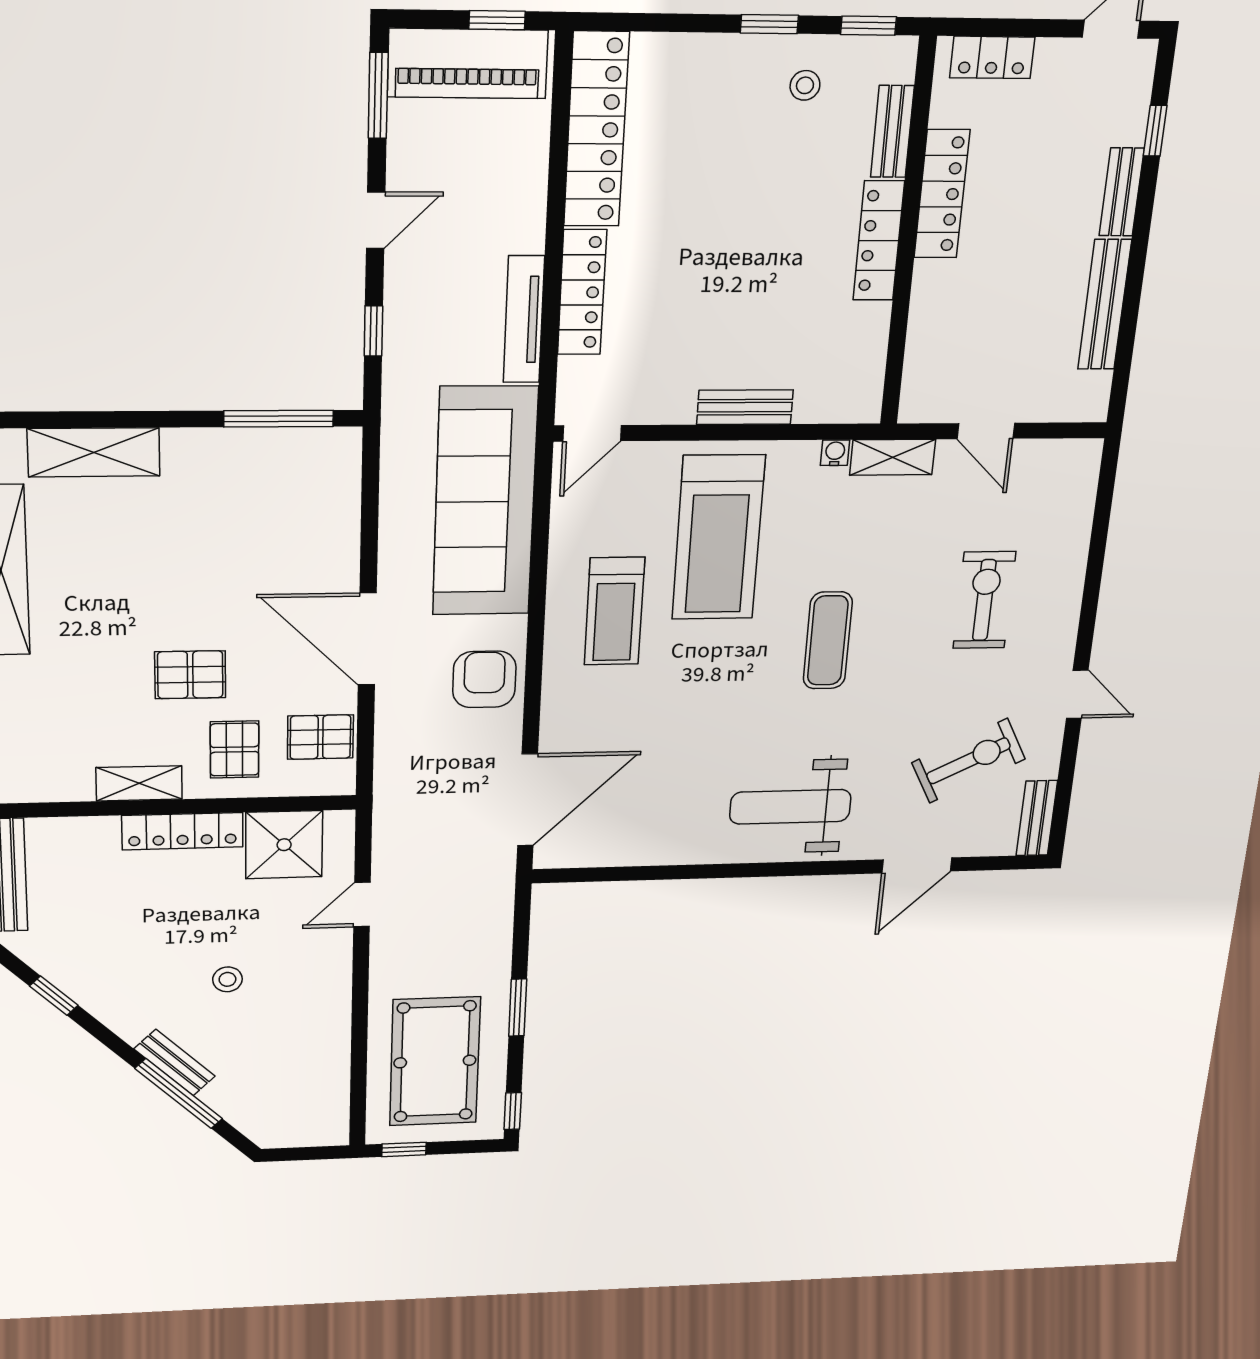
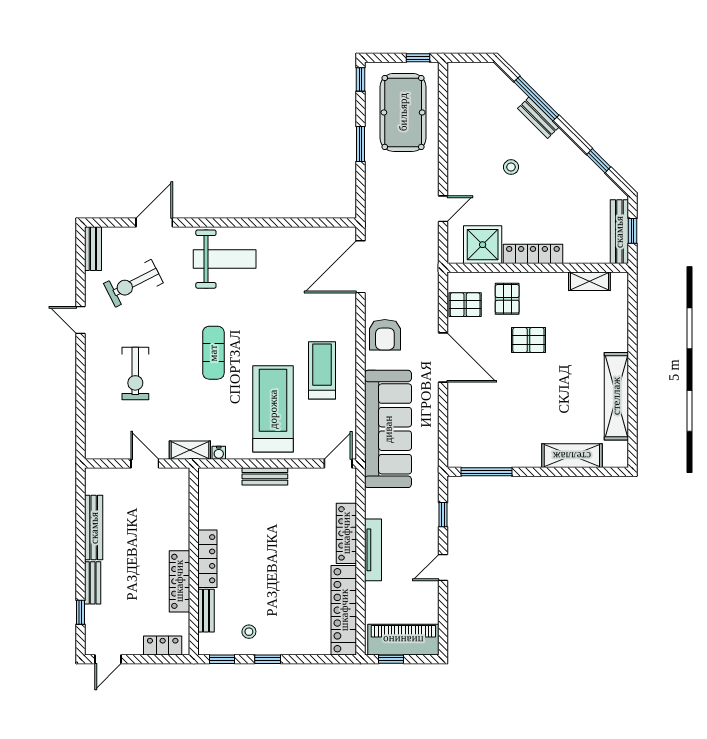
window: (378, 96) -> (443, 625), removed
tv unit: (524, 319) -> (373, 550), moved
shelving: (139, 783) -> (589, 281), moved

